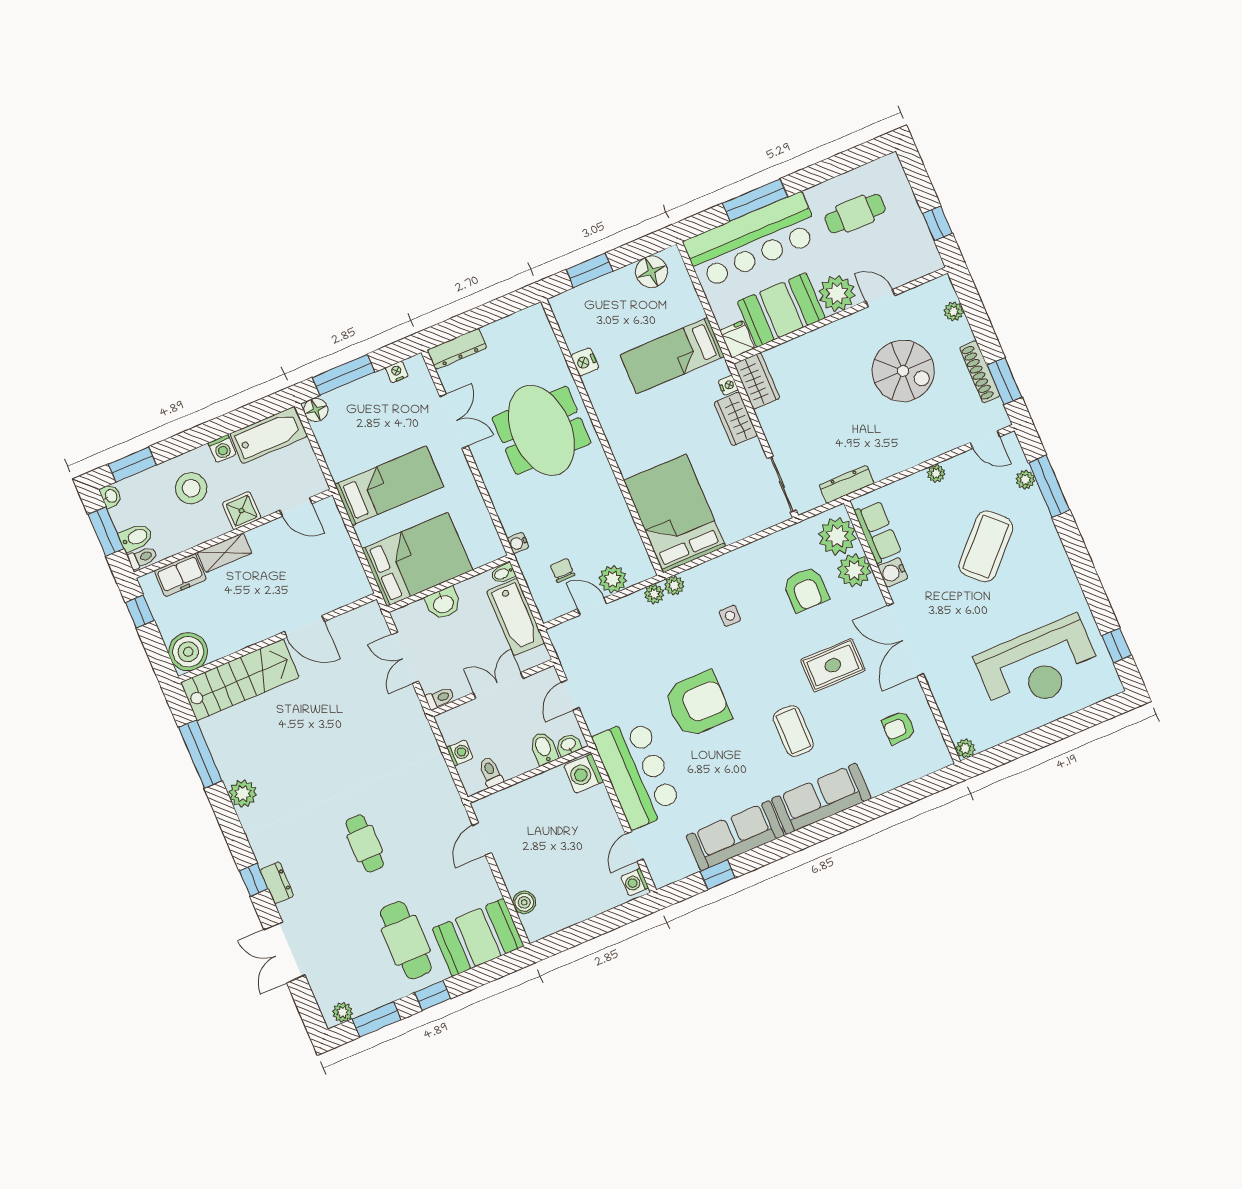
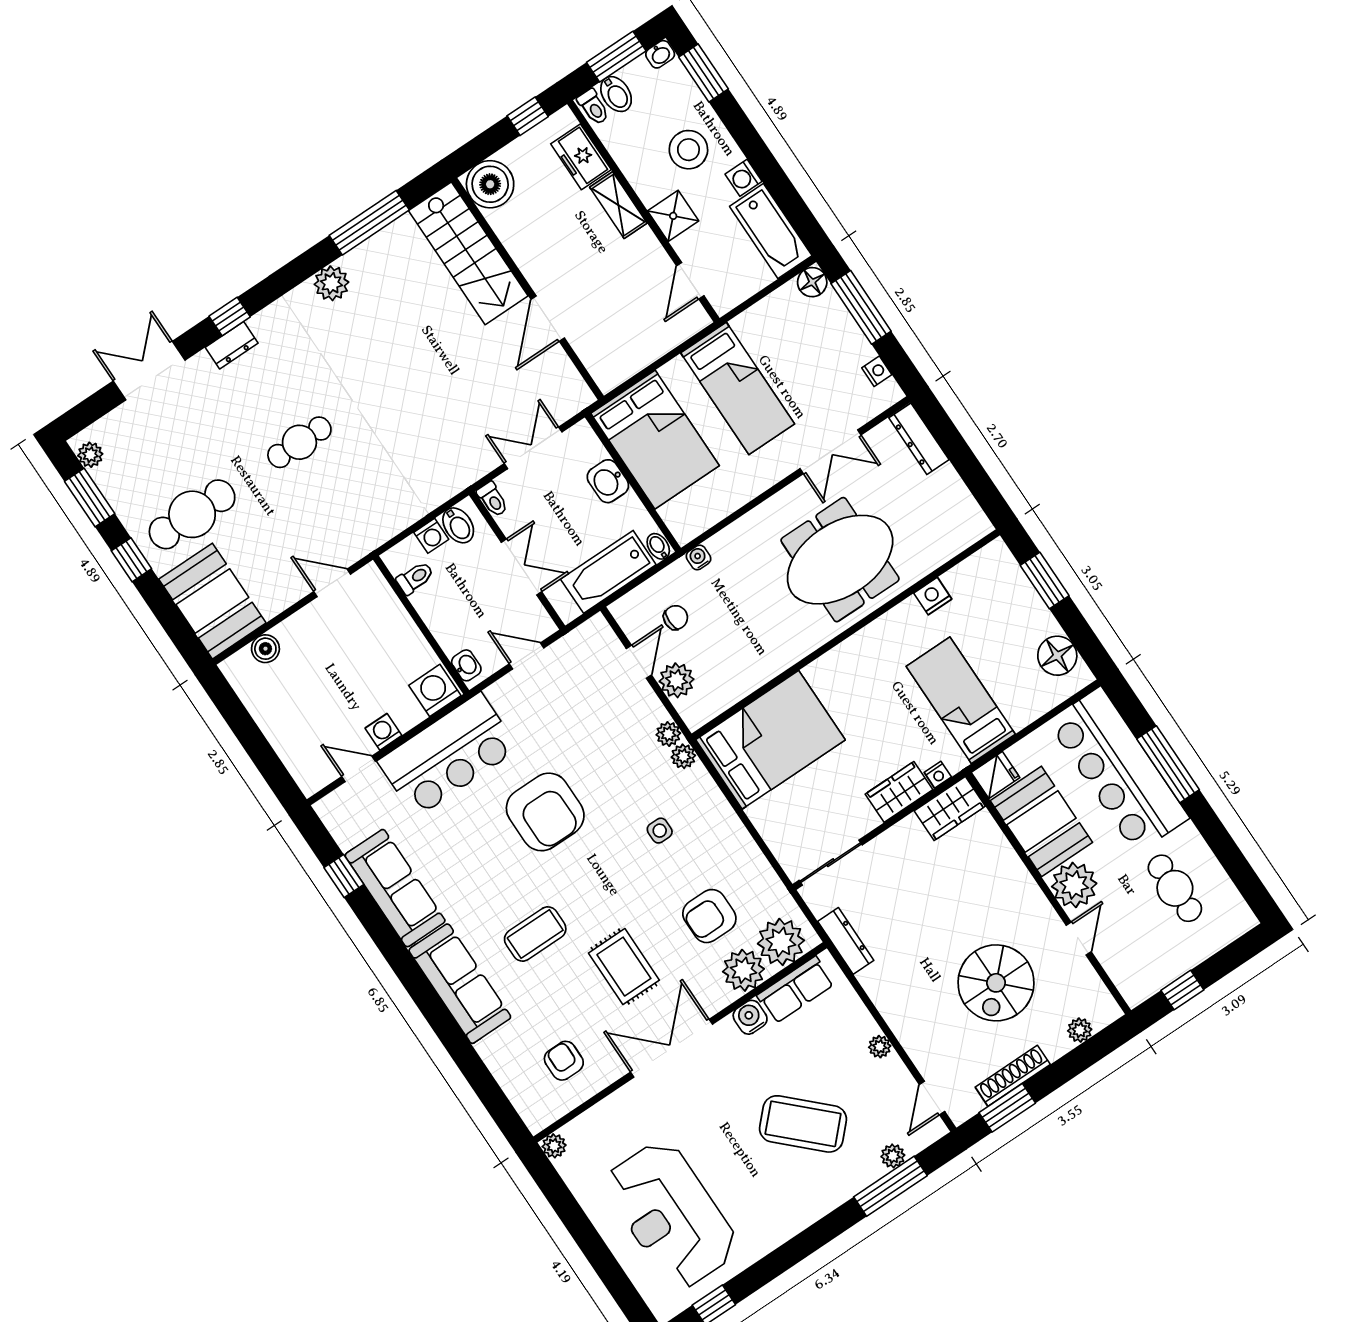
bidet: (544, 748) -> (458, 525), moved, turned 90
washing machine: (635, 882) -> (383, 732), moved

